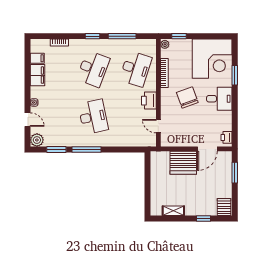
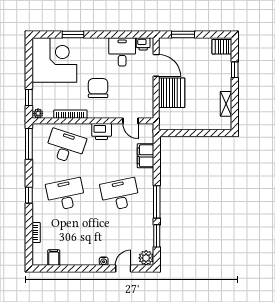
window: (122, 36) -> (29, 144), moved
desk: (93, 69) -> (66, 194), turned -33
filing cabinet: (37, 75) -> (145, 156), moved, turned -90
chair: (187, 98) -> (98, 88), turned 110
desk: (219, 99) -> (122, 52), moved
door: (158, 126) -> (130, 121), hinge flipped

